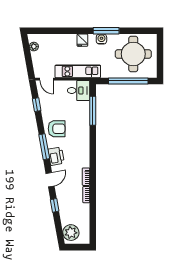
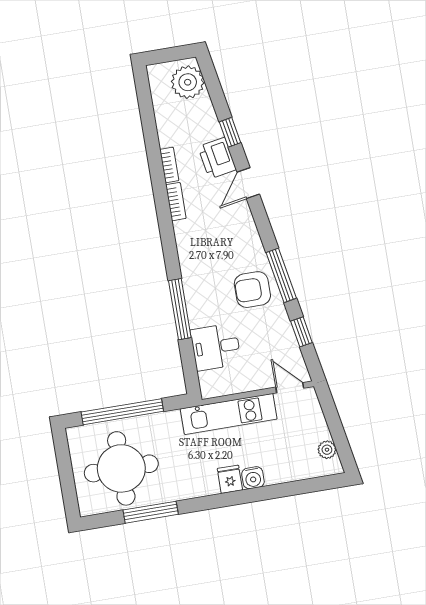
window: (106, 31) -> (151, 512), moved
water cooler: (101, 39) -> (253, 478), moved
desk: (79, 90) -> (216, 347), moved
window: (93, 111) -> (180, 309), moved
window: (44, 147) -> (281, 275), moved
printer: (56, 156) -> (217, 158), moved

